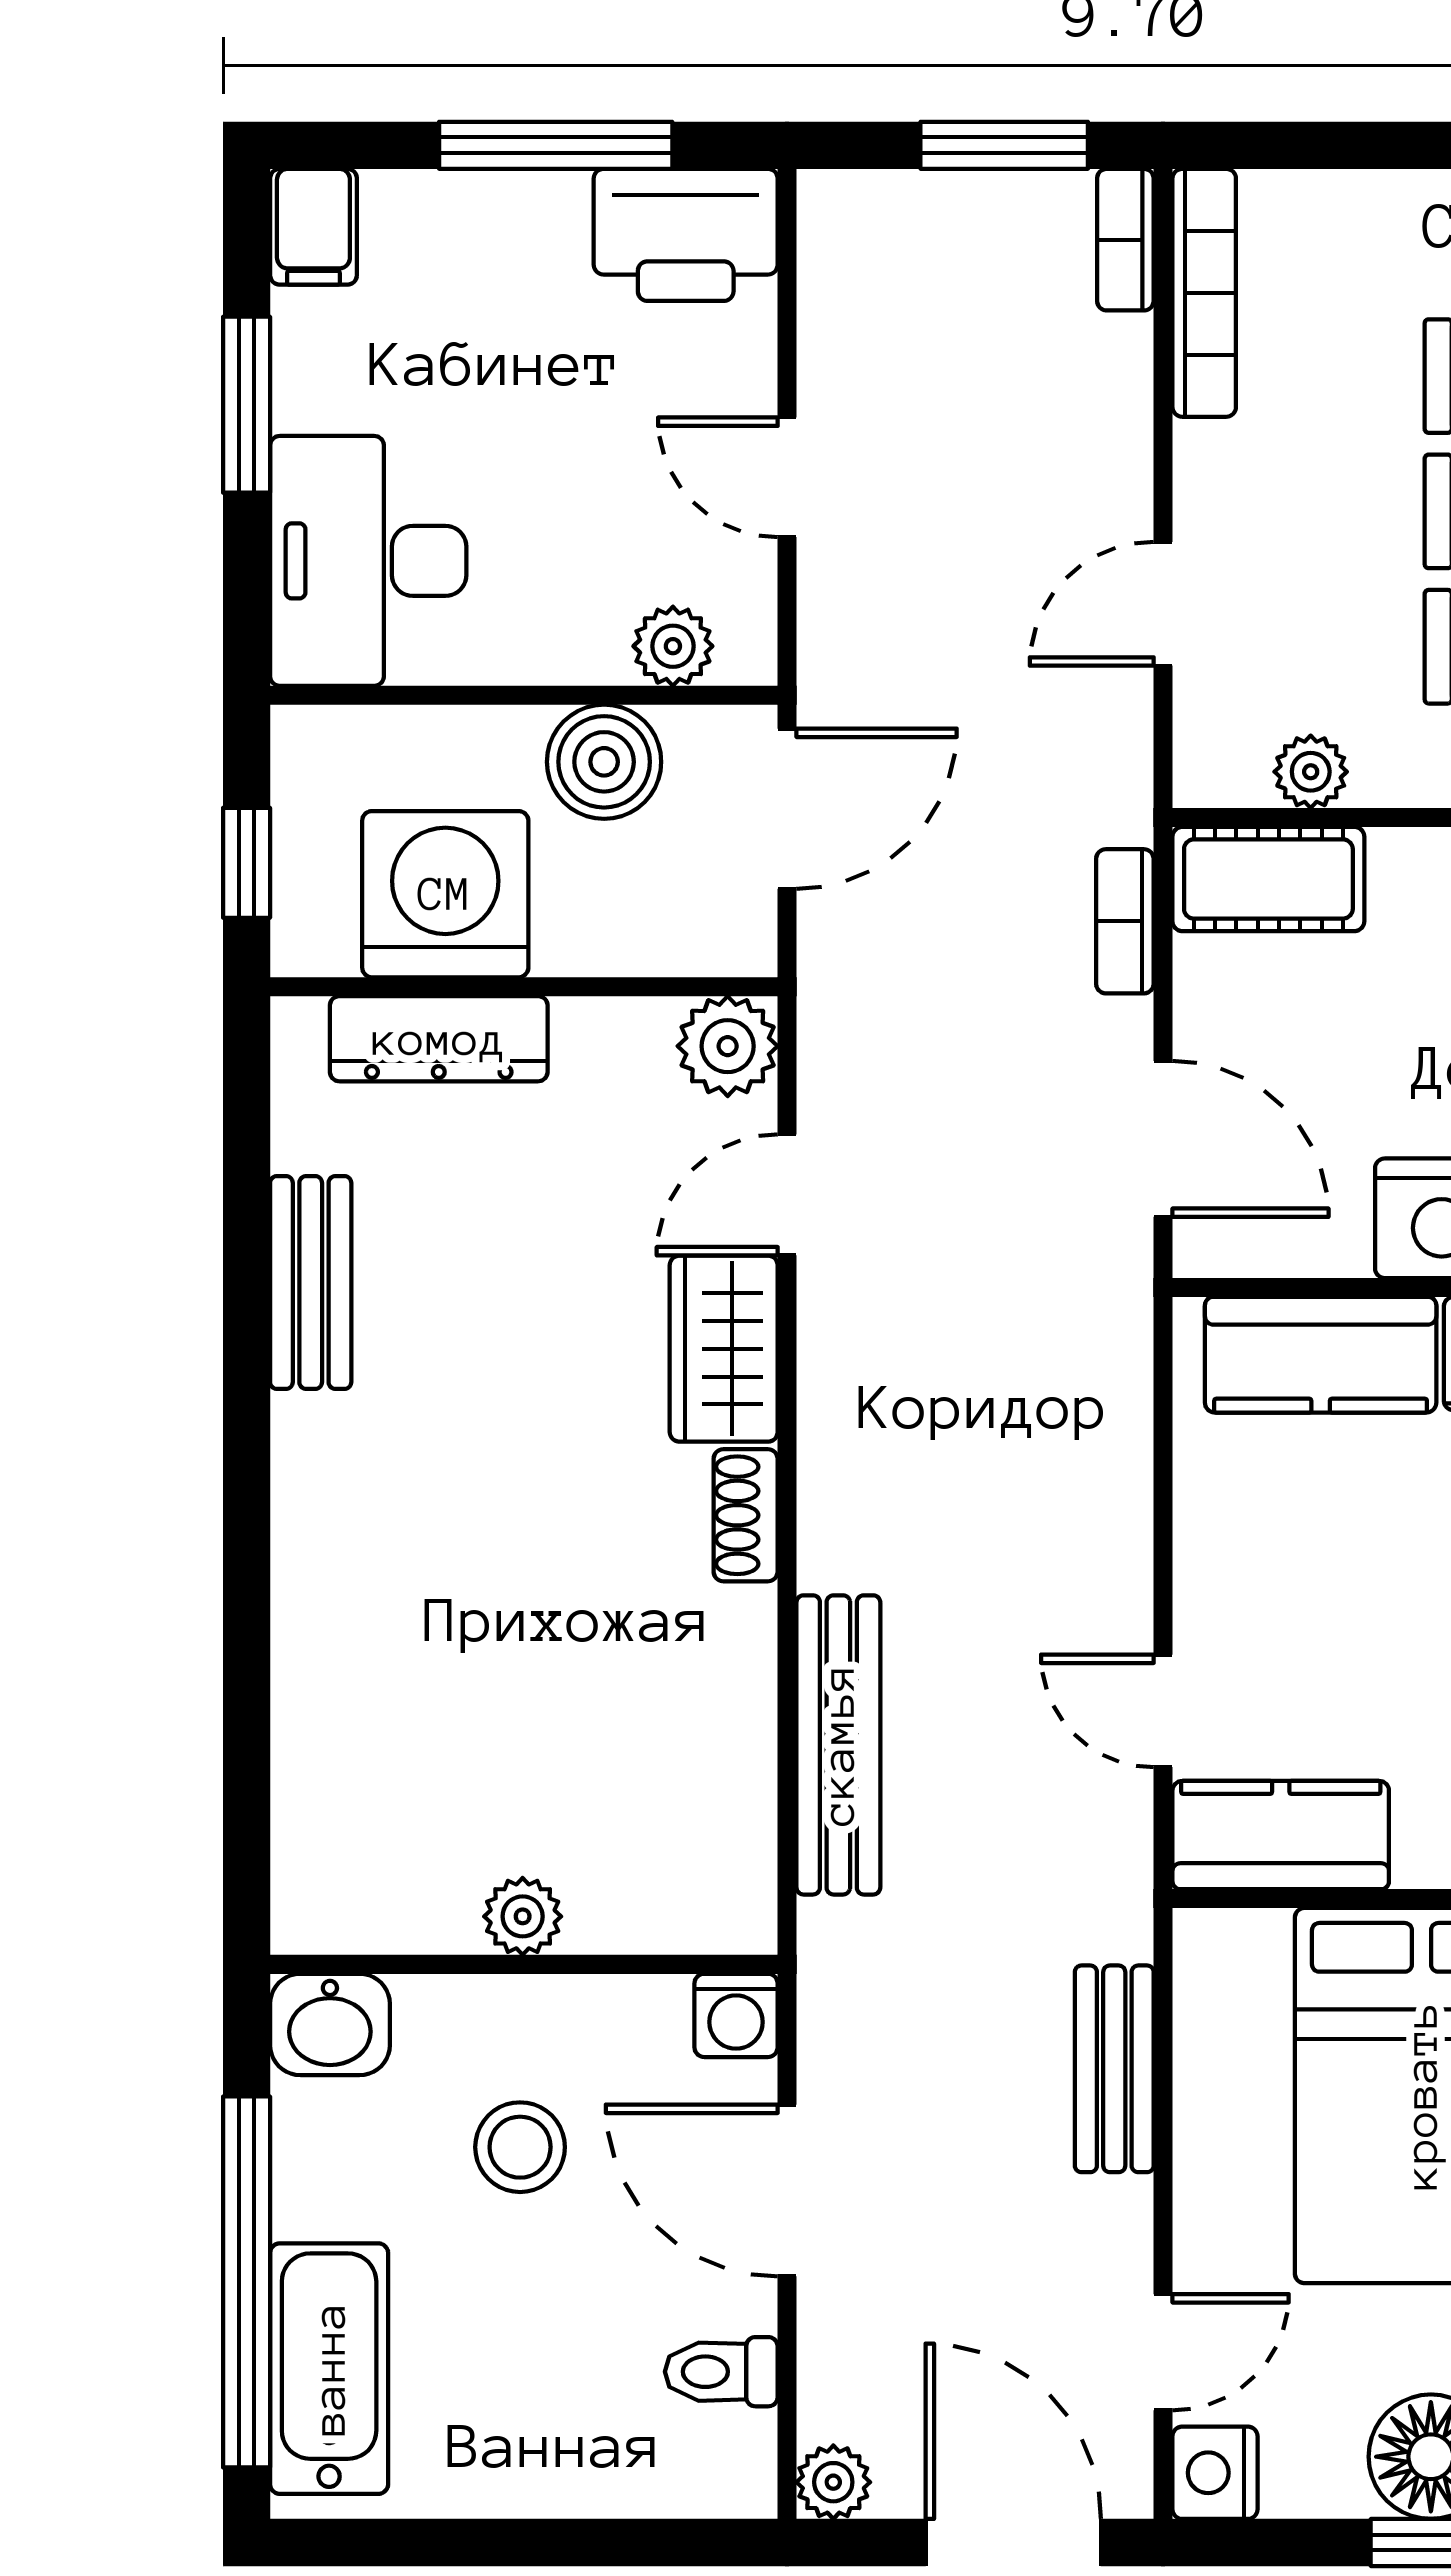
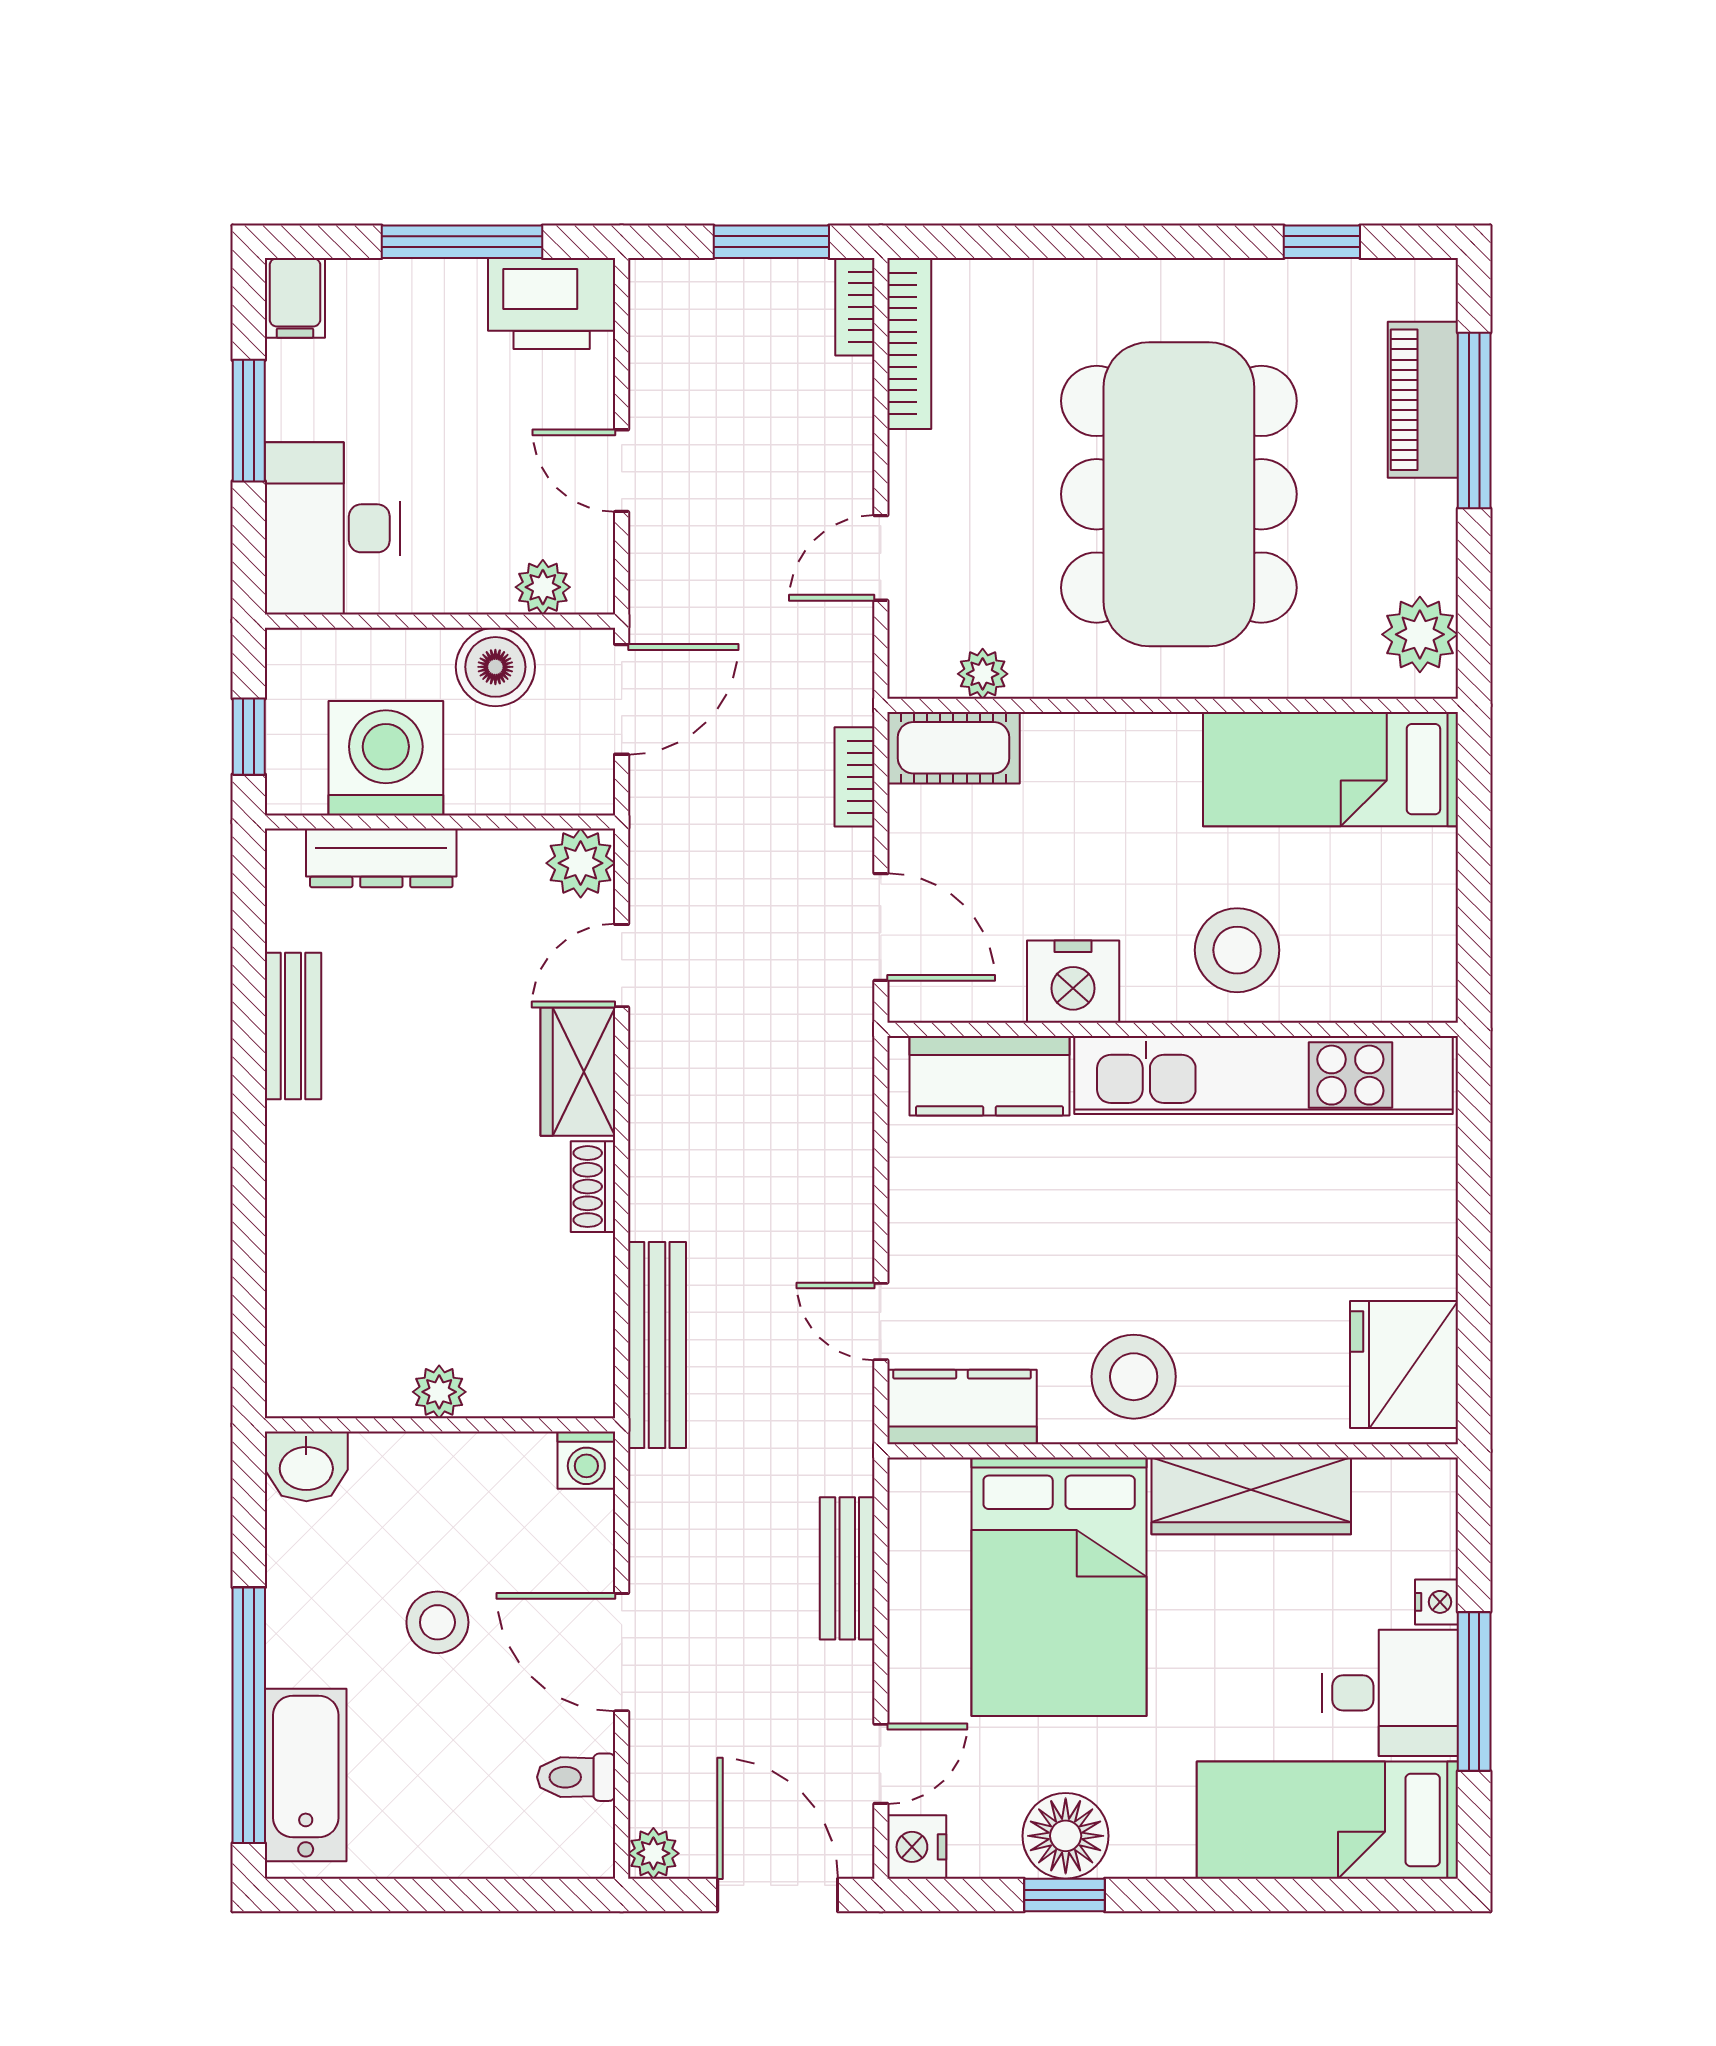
plant: (523, 1916) -> (439, 1392), moved
wall: (524, 1964) -> (440, 1425), moved
washing machine: (736, 2015) -> (586, 1460), moved
washbasin: (330, 2024) -> (306, 1466), moved

